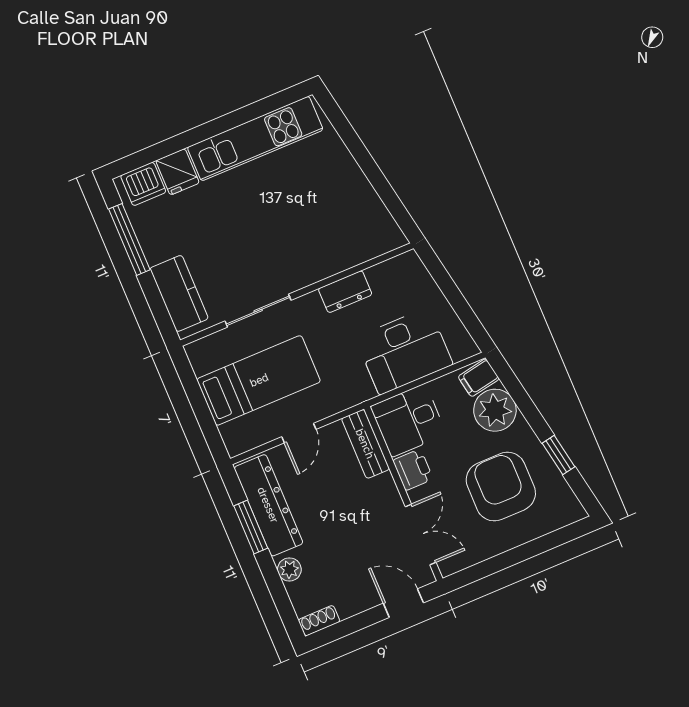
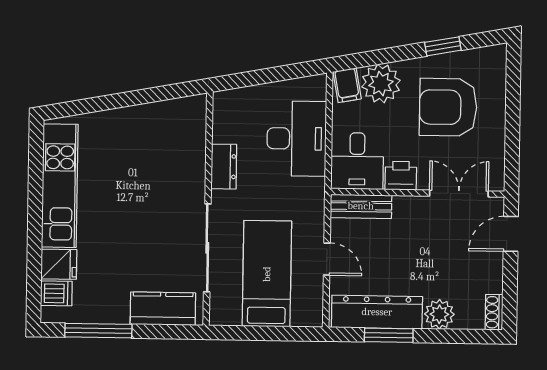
dishwasher: (143, 184) -> (56, 293), width x0.73
sliding door: (258, 311) -> (207, 248), width x1.37
plant: (289, 569) -> (439, 314), width x1.38, depth x1.38

